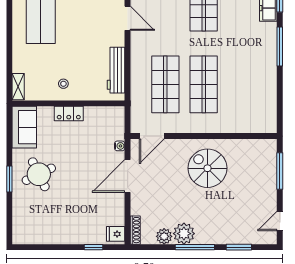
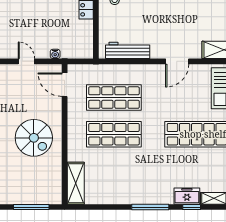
shelving: (255, 124) -> (76, 183), added
spiral stairs: (207, 168) -> (34, 138), turned 90
door: (128, 176) -> (26, 61), width x0.53

